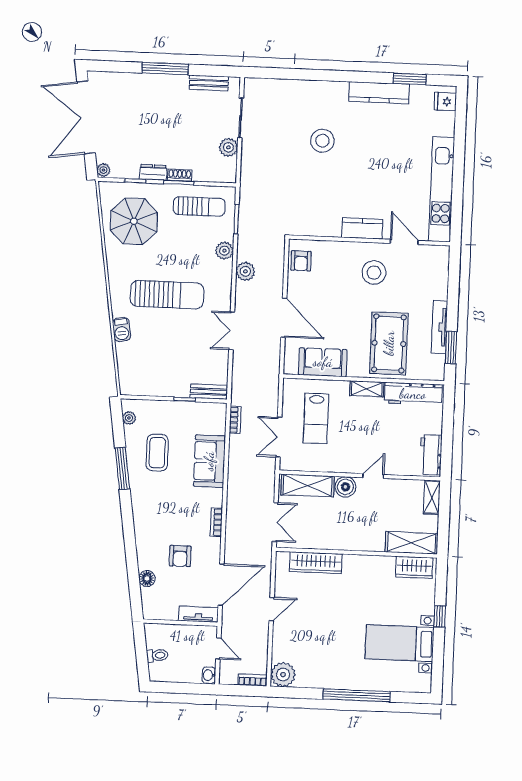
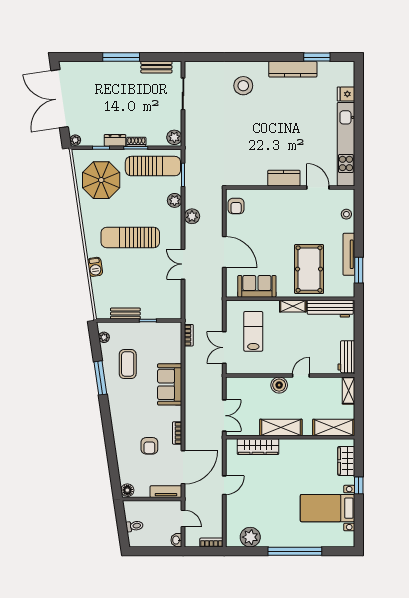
fridge: (445, 102) -> (346, 94), moved
stool: (322, 141) -> (243, 86), moved
plant: (228, 147) -> (174, 137), moved
sun lounger: (199, 207) -> (153, 166), width x1.36, depth x1.34
stool: (374, 273) -> (346, 214), moved, width x0.53, depth x0.53
sun lounger: (167, 295) -> (130, 237), turned 180
bench: (209, 392) -> (125, 314), moved
lab bench: (316, 418) -> (253, 331), turned 180
sofa: (209, 461) -> (170, 384), moved
shelving: (308, 486) -> (281, 427), moved
bookcase: (216, 522) -> (177, 433), moved
wardrobe: (414, 567) -> (346, 461), moved, turned 90
floor lamp: (147, 578) -> (127, 490), moved
plant: (283, 675) -> (250, 537), moved

